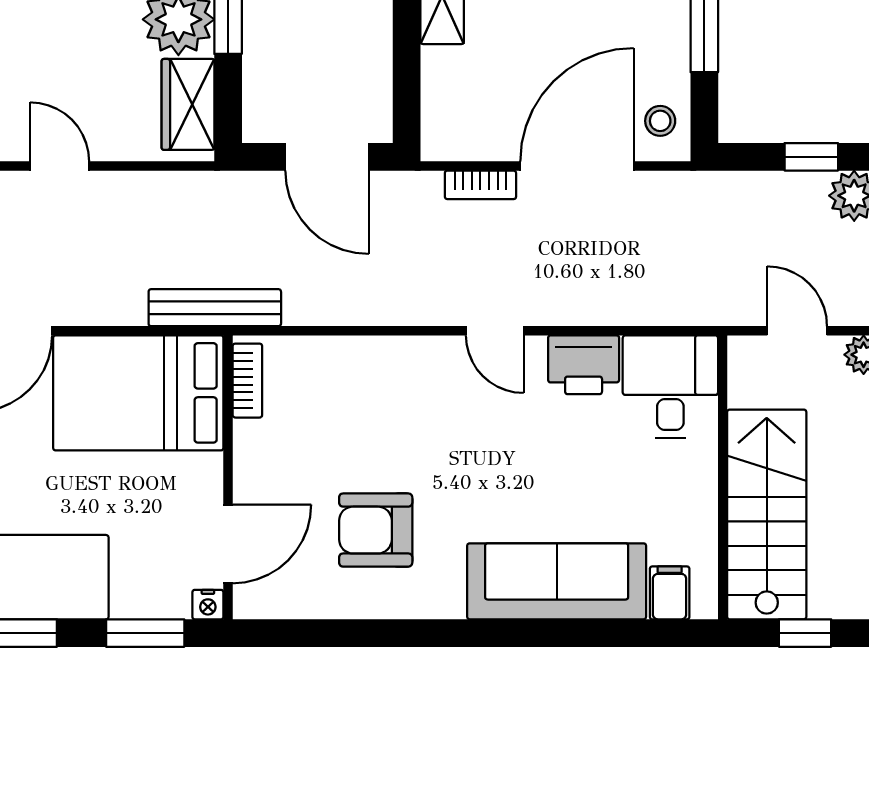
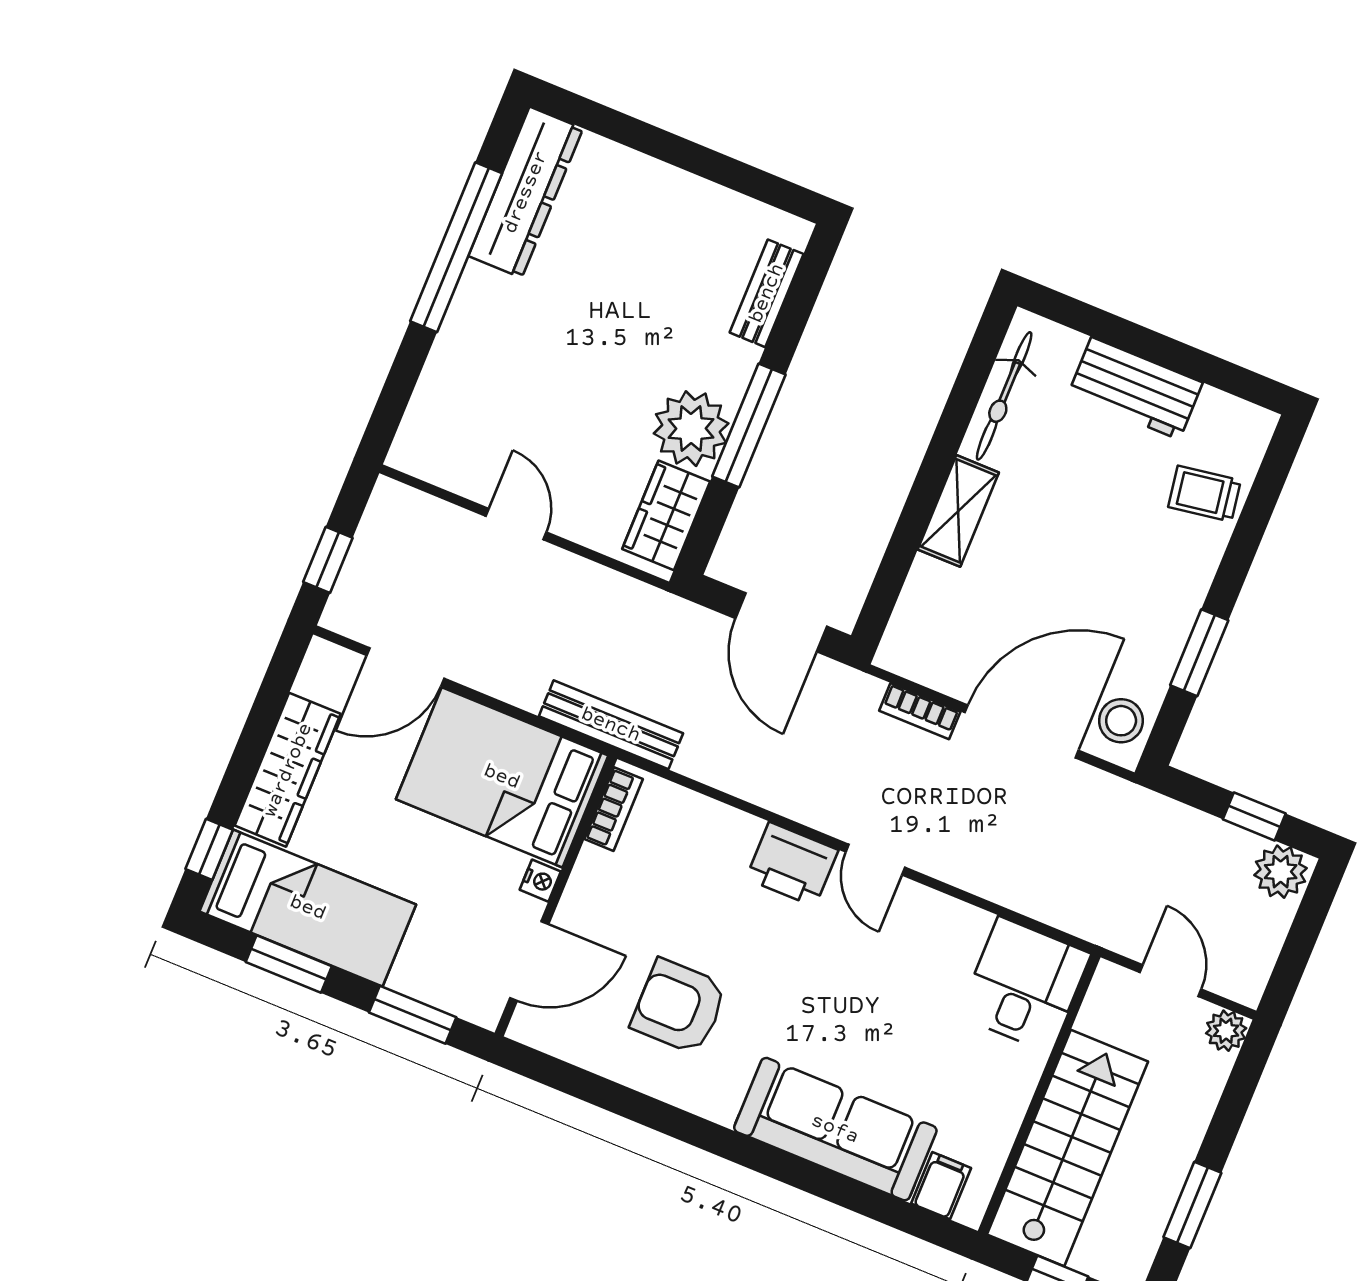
stool: (660, 121) -> (1121, 721), width x1.37, depth x1.37
printer: (584, 365) -> (792, 864), moved
nightstand: (208, 605) -> (540, 881), moved, turned -90

